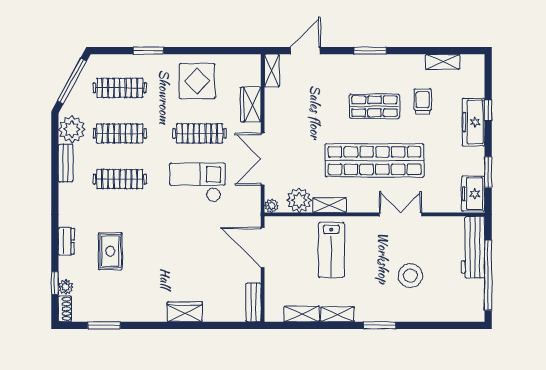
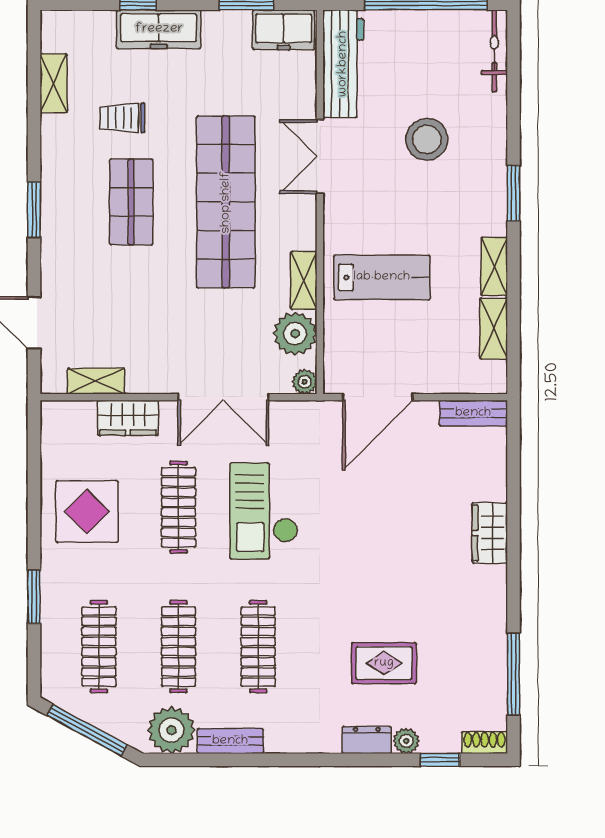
shelving: (272, 71) -> (96, 381), moved
workbench: (473, 247) -> (343, 64), moved, turned -90
plant: (66, 287) -> (406, 741), moved
bicycle: (461, 314) -> (494, 51), added
window: (104, 325) -> (514, 674), width x1.44

